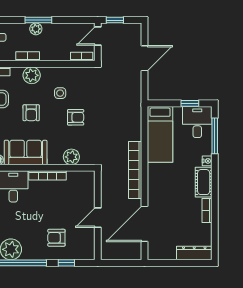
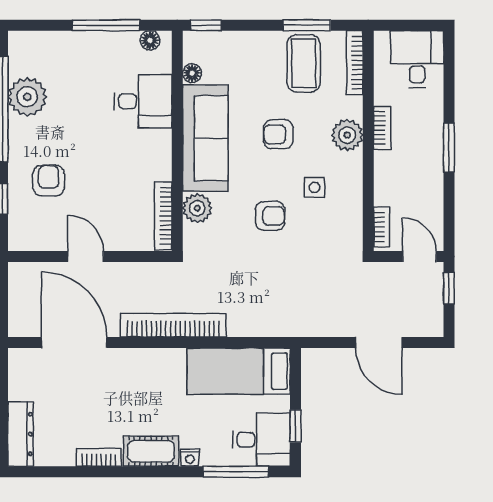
plant: (36, 29) -> (433, 143), removed
armchair: (76, 117) -> (270, 216), turned -90
sofa: (26, 153) -> (205, 138), width x1.36
bookcase: (48, 175) -> (163, 216), moved

